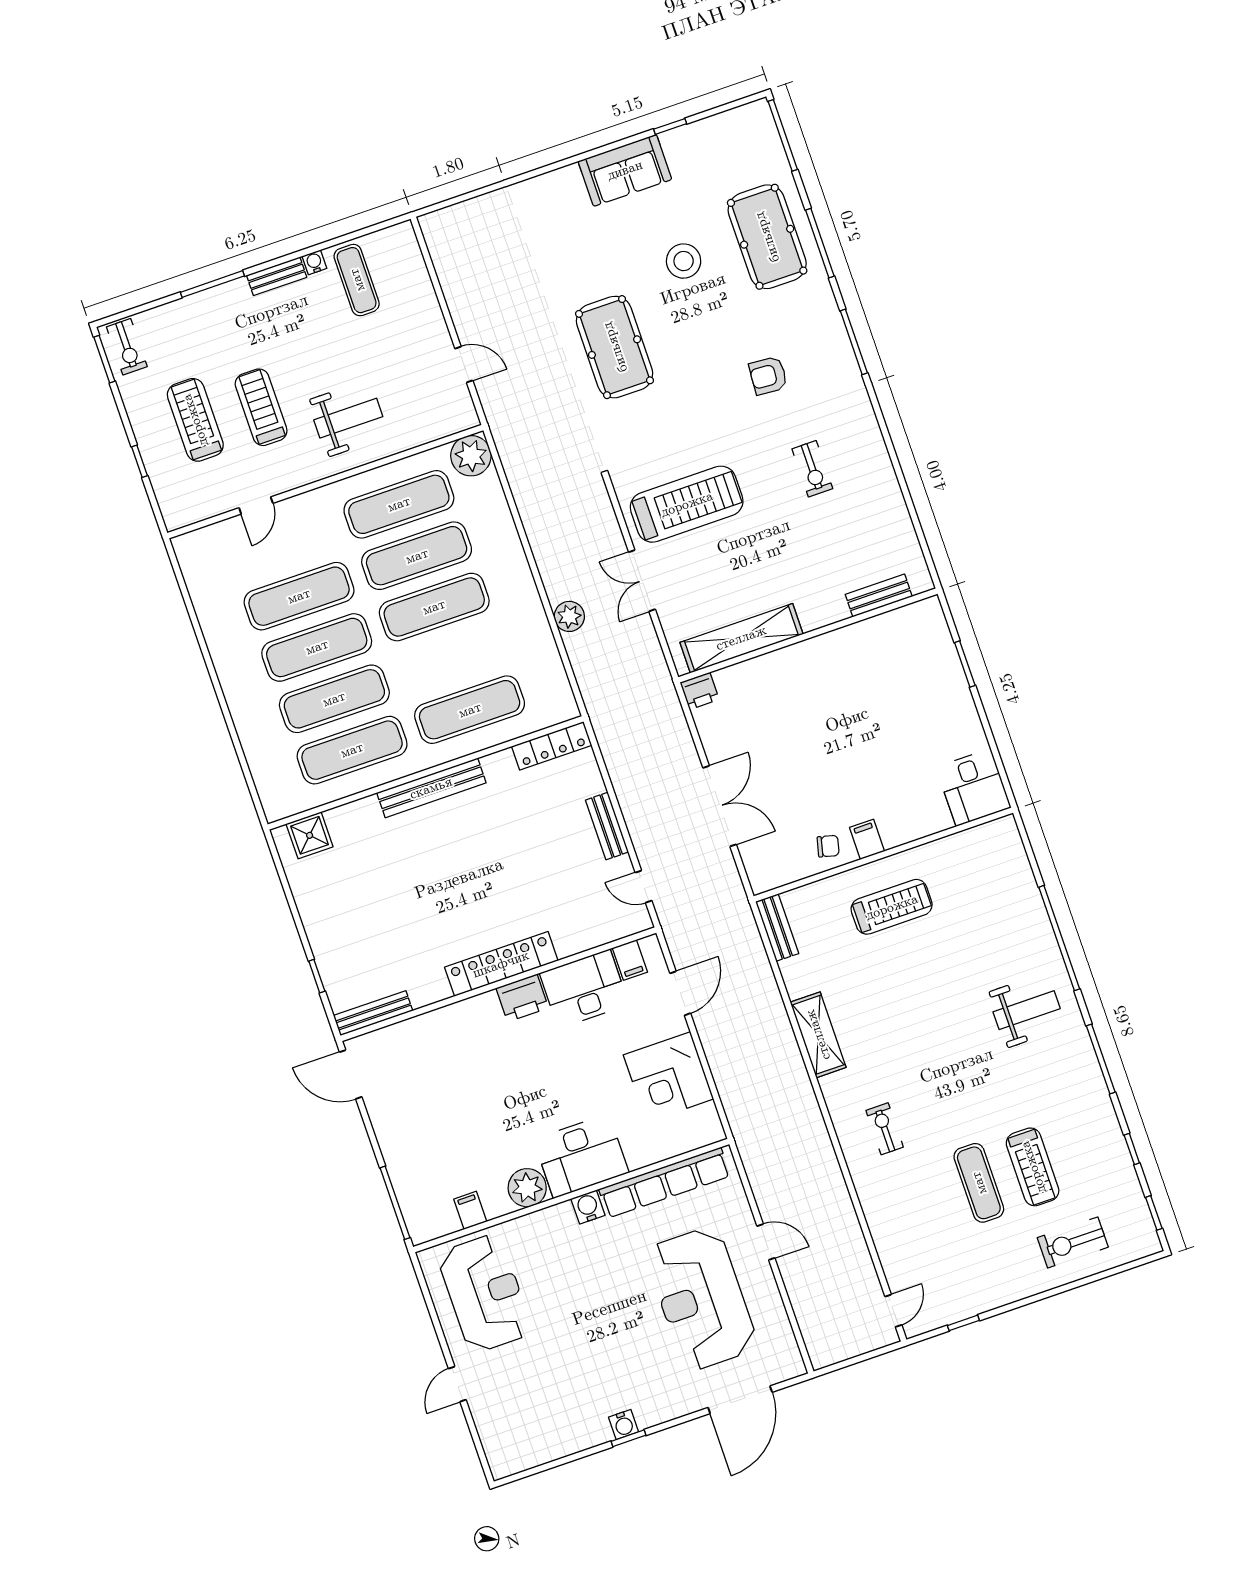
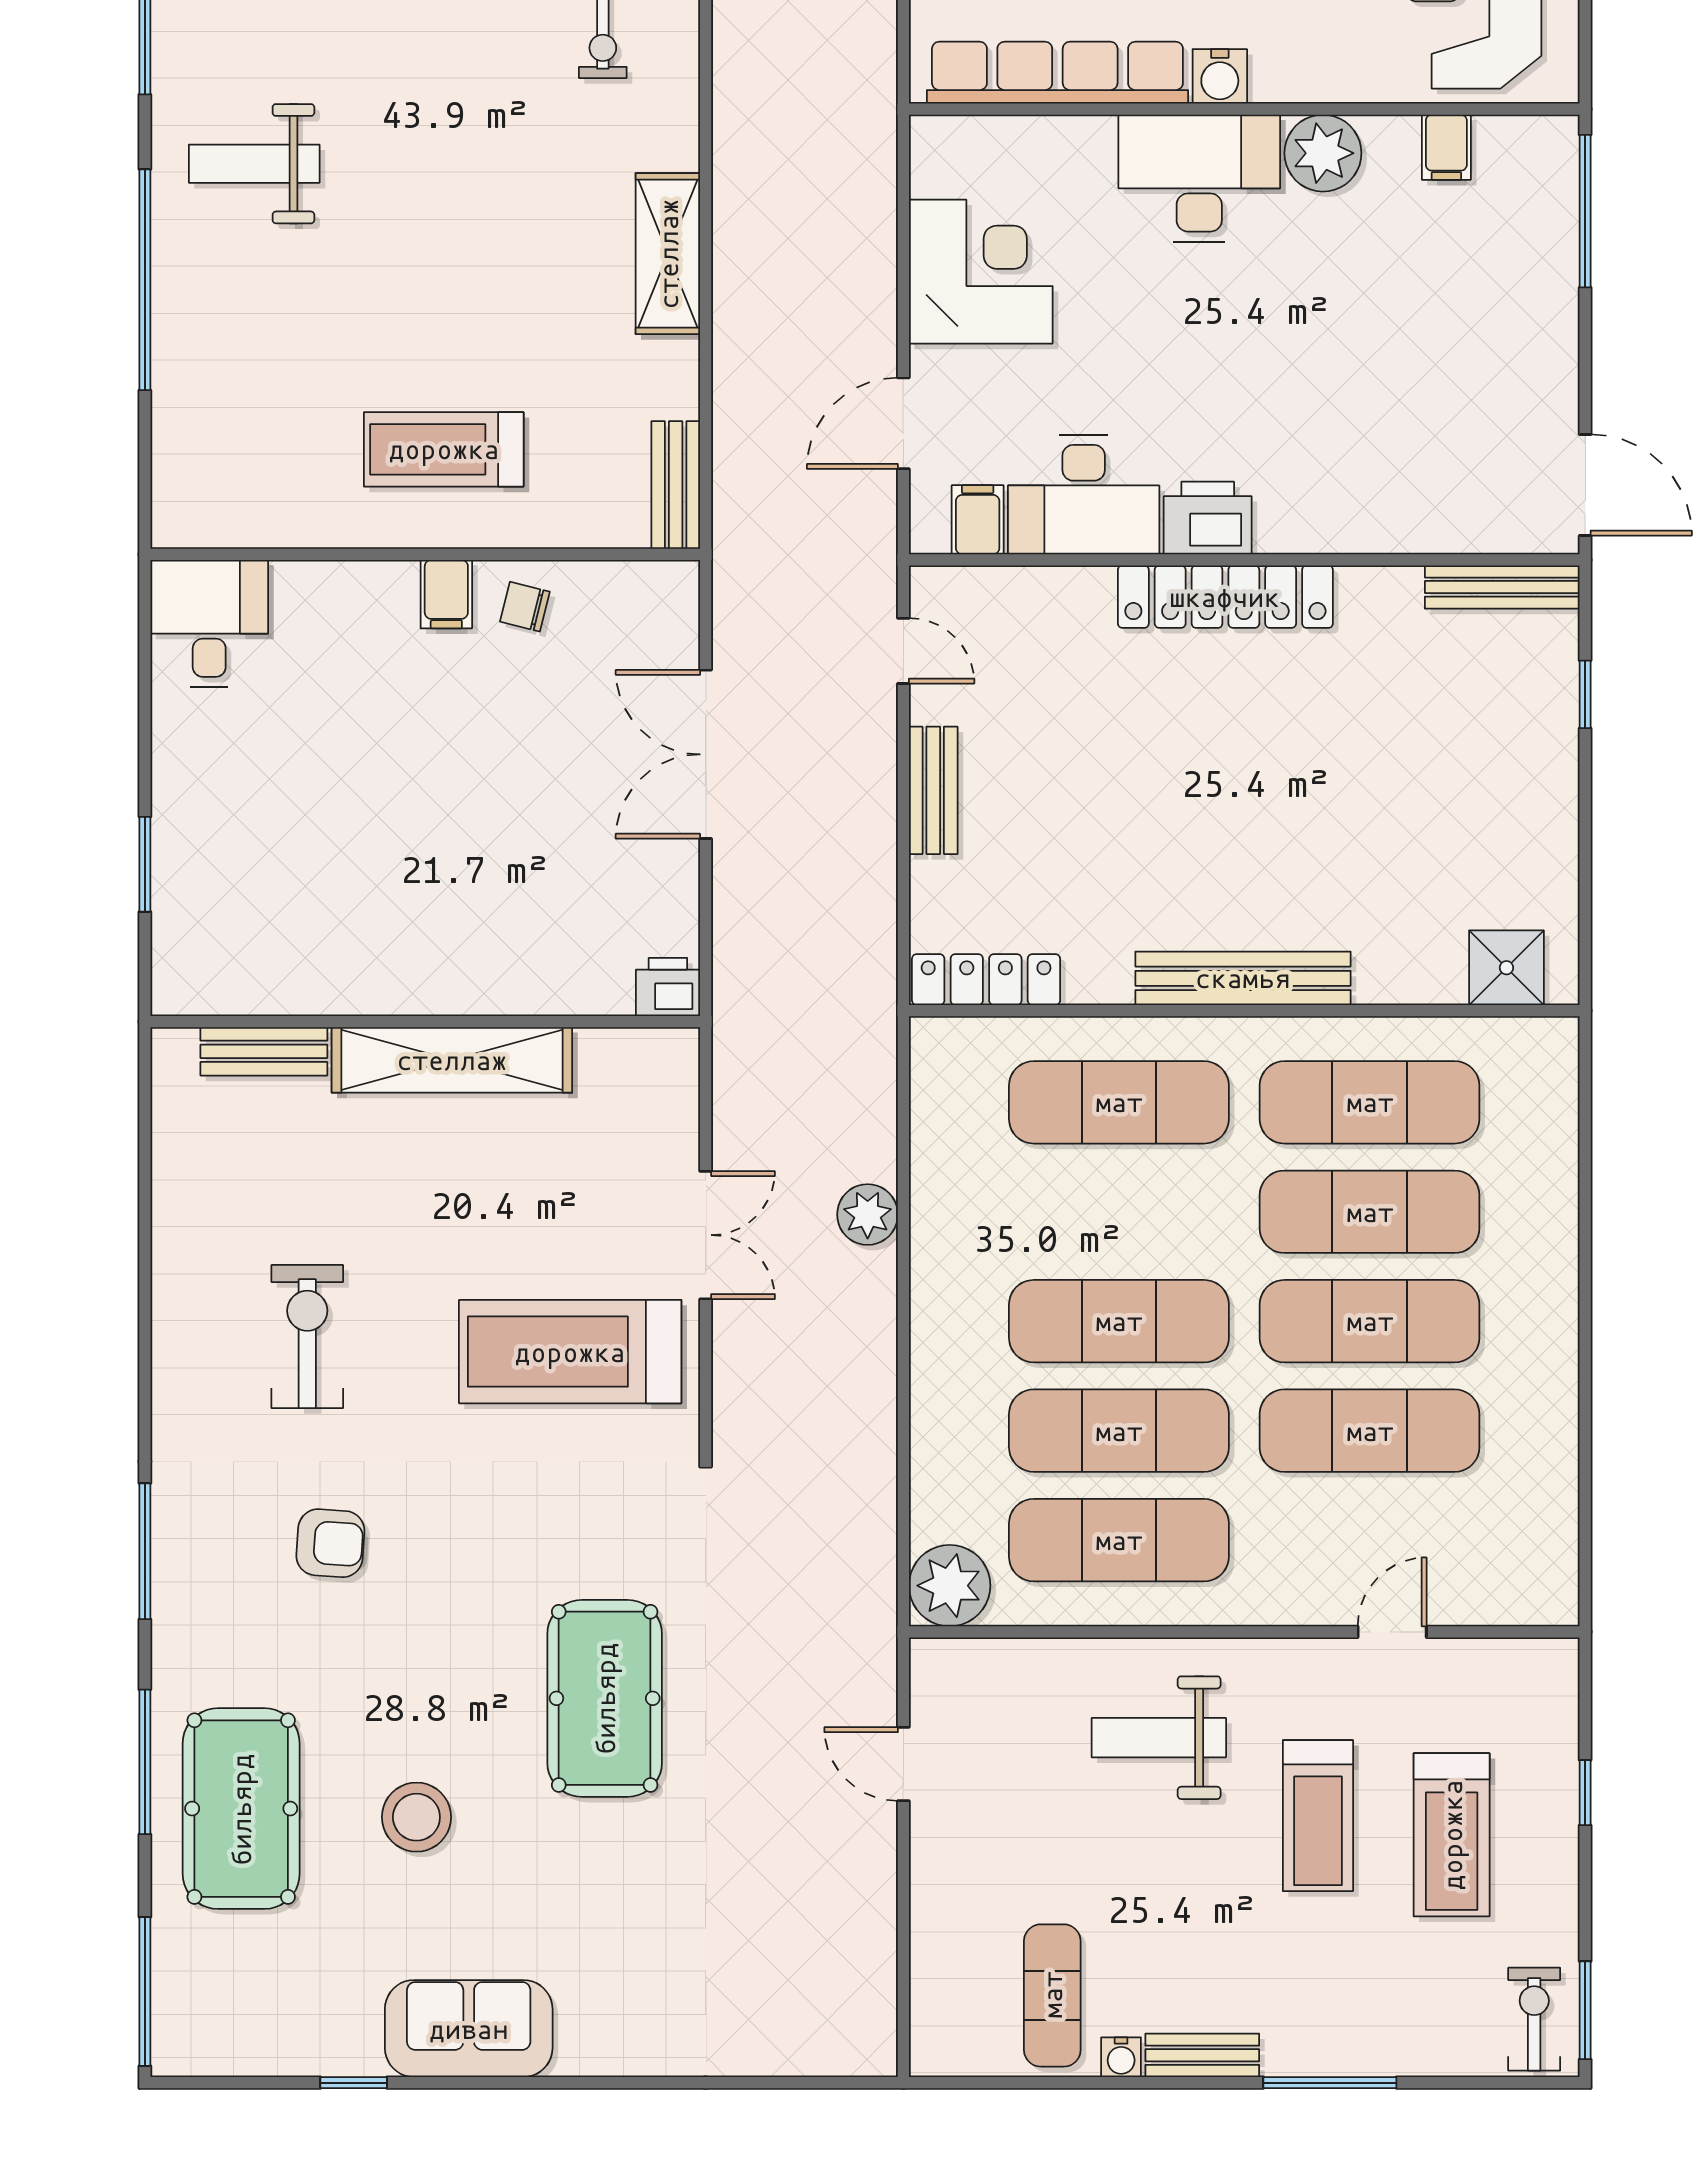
exercise bike: (812, 469) -> (307, 1337), width x1.38, depth x1.39
shelving: (741, 638) -> (452, 1060), moved

